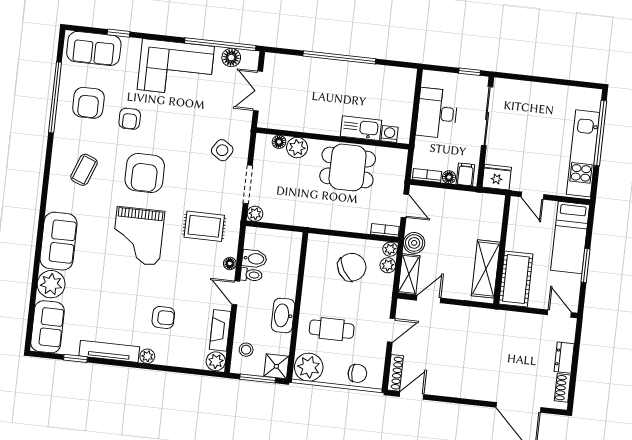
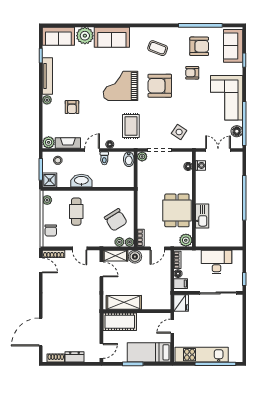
armchair: (88, 103) -> (199, 46), turned 180
washing machine: (389, 134) -> (201, 165), moved
plant: (297, 148) -> (186, 240), moved
bidet: (254, 259) -> (129, 159), moved
plant: (309, 367) -> (47, 200), width x0.53, depth x0.53

